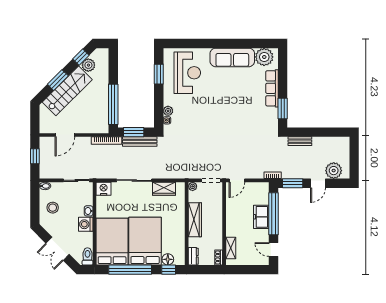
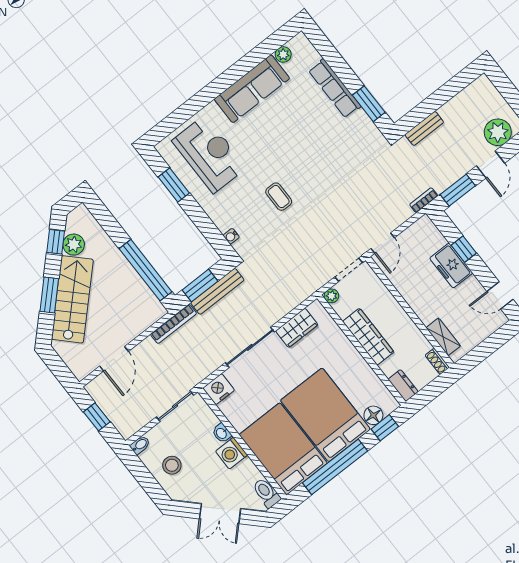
plant: (264, 57) -> (283, 55), width x0.53, depth x0.53
plant: (168, 111) -> (223, 223), removed
coffee table: (205, 119) -> (279, 197), added
window: (273, 214) -> (464, 249), width x0.32

